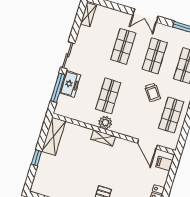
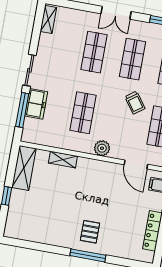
plant: (105, 123) -> (102, 148), moved
shelving: (103, 138) -> (63, 160), moved

